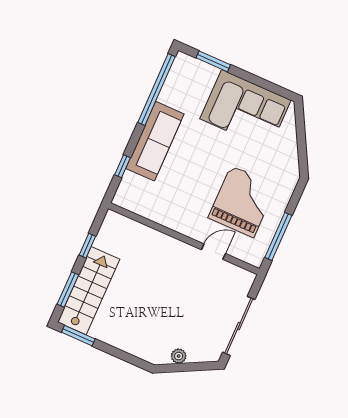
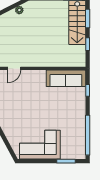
sofa: (155, 141) -> (66, 78), moved, turned -90
grand piano: (242, 202) -> (22, 99), removed
door: (213, 252) -> (14, 68), moved

